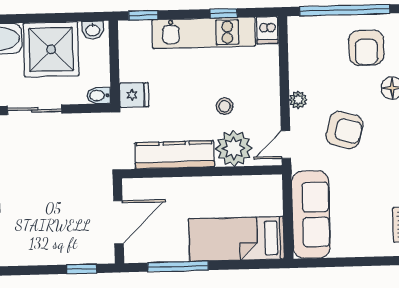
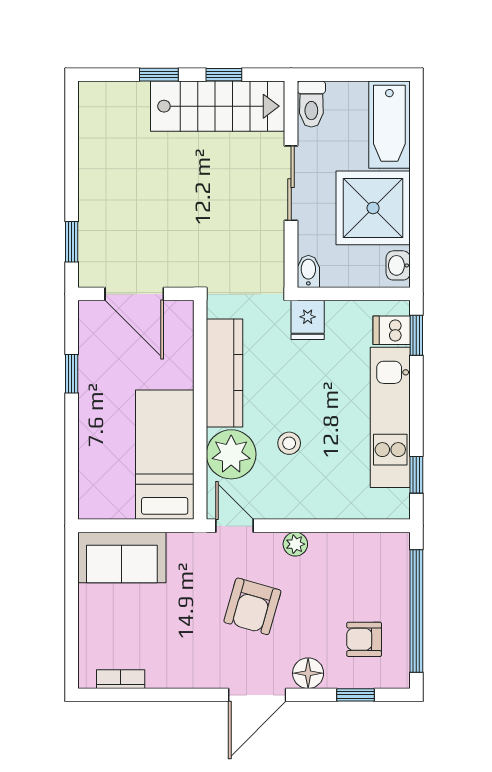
window: (224, 13) -> (416, 475), moved
dishwasher: (267, 30) -> (392, 330), moved
armchair: (366, 48) -> (364, 639), width x0.72, depth x0.72
sofa: (311, 215) -> (122, 557), width x0.73
bed: (236, 239) -> (165, 455), moved
window: (178, 266) -> (72, 374), width x0.46

